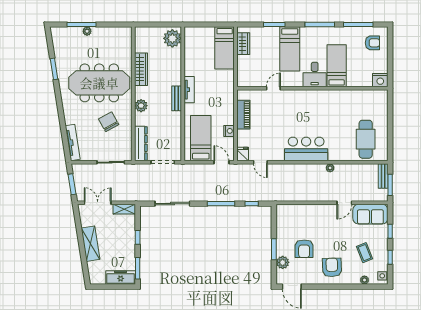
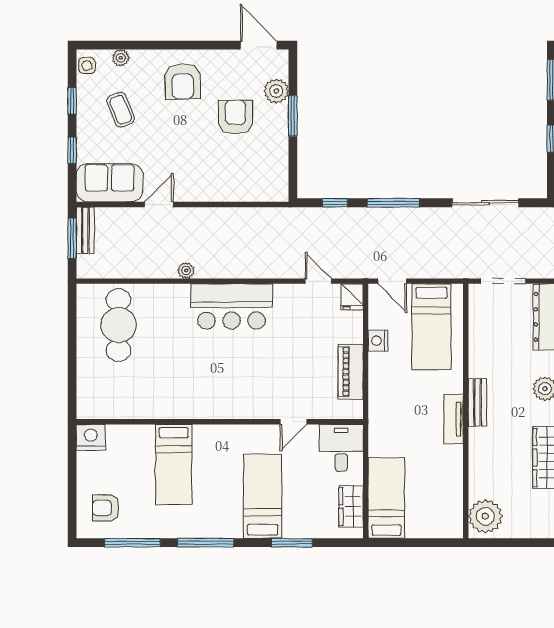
desk: (315, 75) -> (341, 448), moved
bench: (383, 176) -> (85, 230), moved

